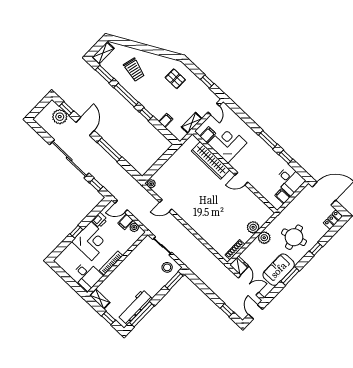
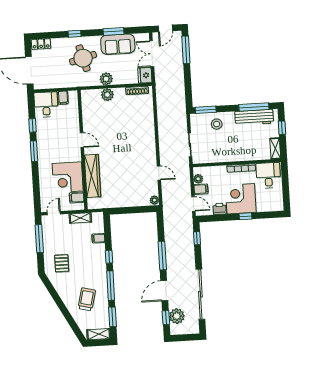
window: (207, 81) -> (39, 239), width x2.17
sliding door: (69, 159) -> (200, 294), moved
stool: (167, 267) -> (217, 124), moved
window: (227, 310) -> (186, 50), width x2.17

